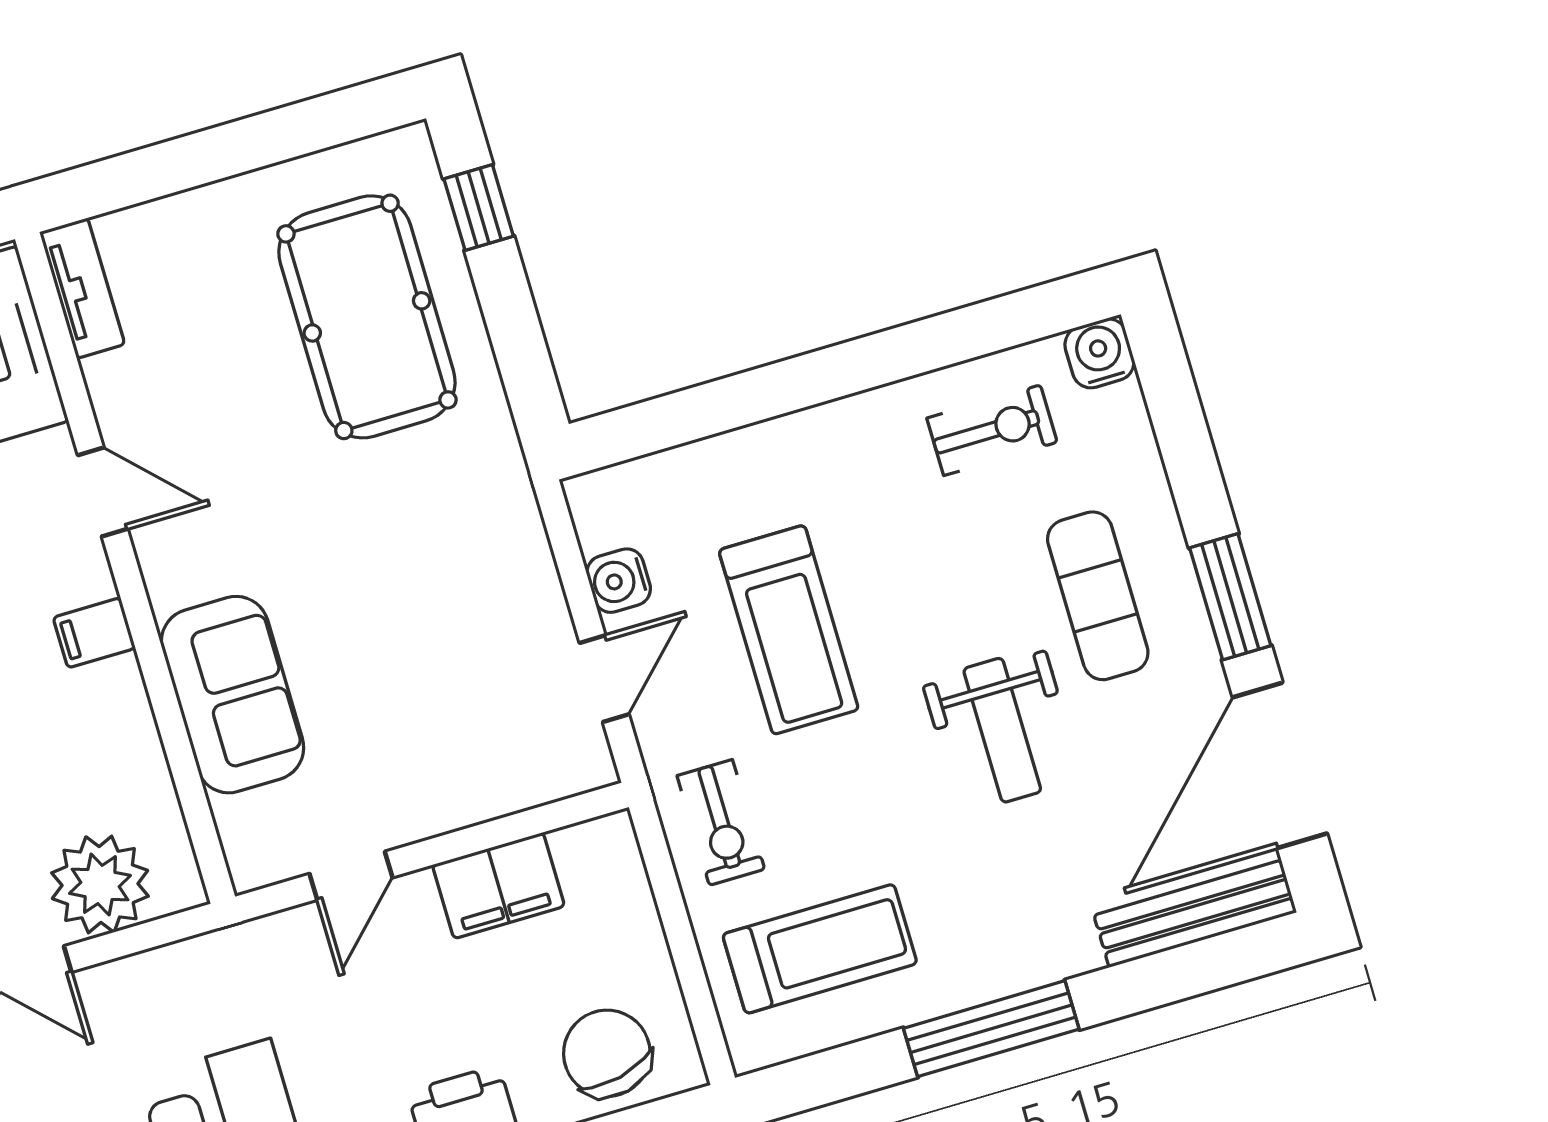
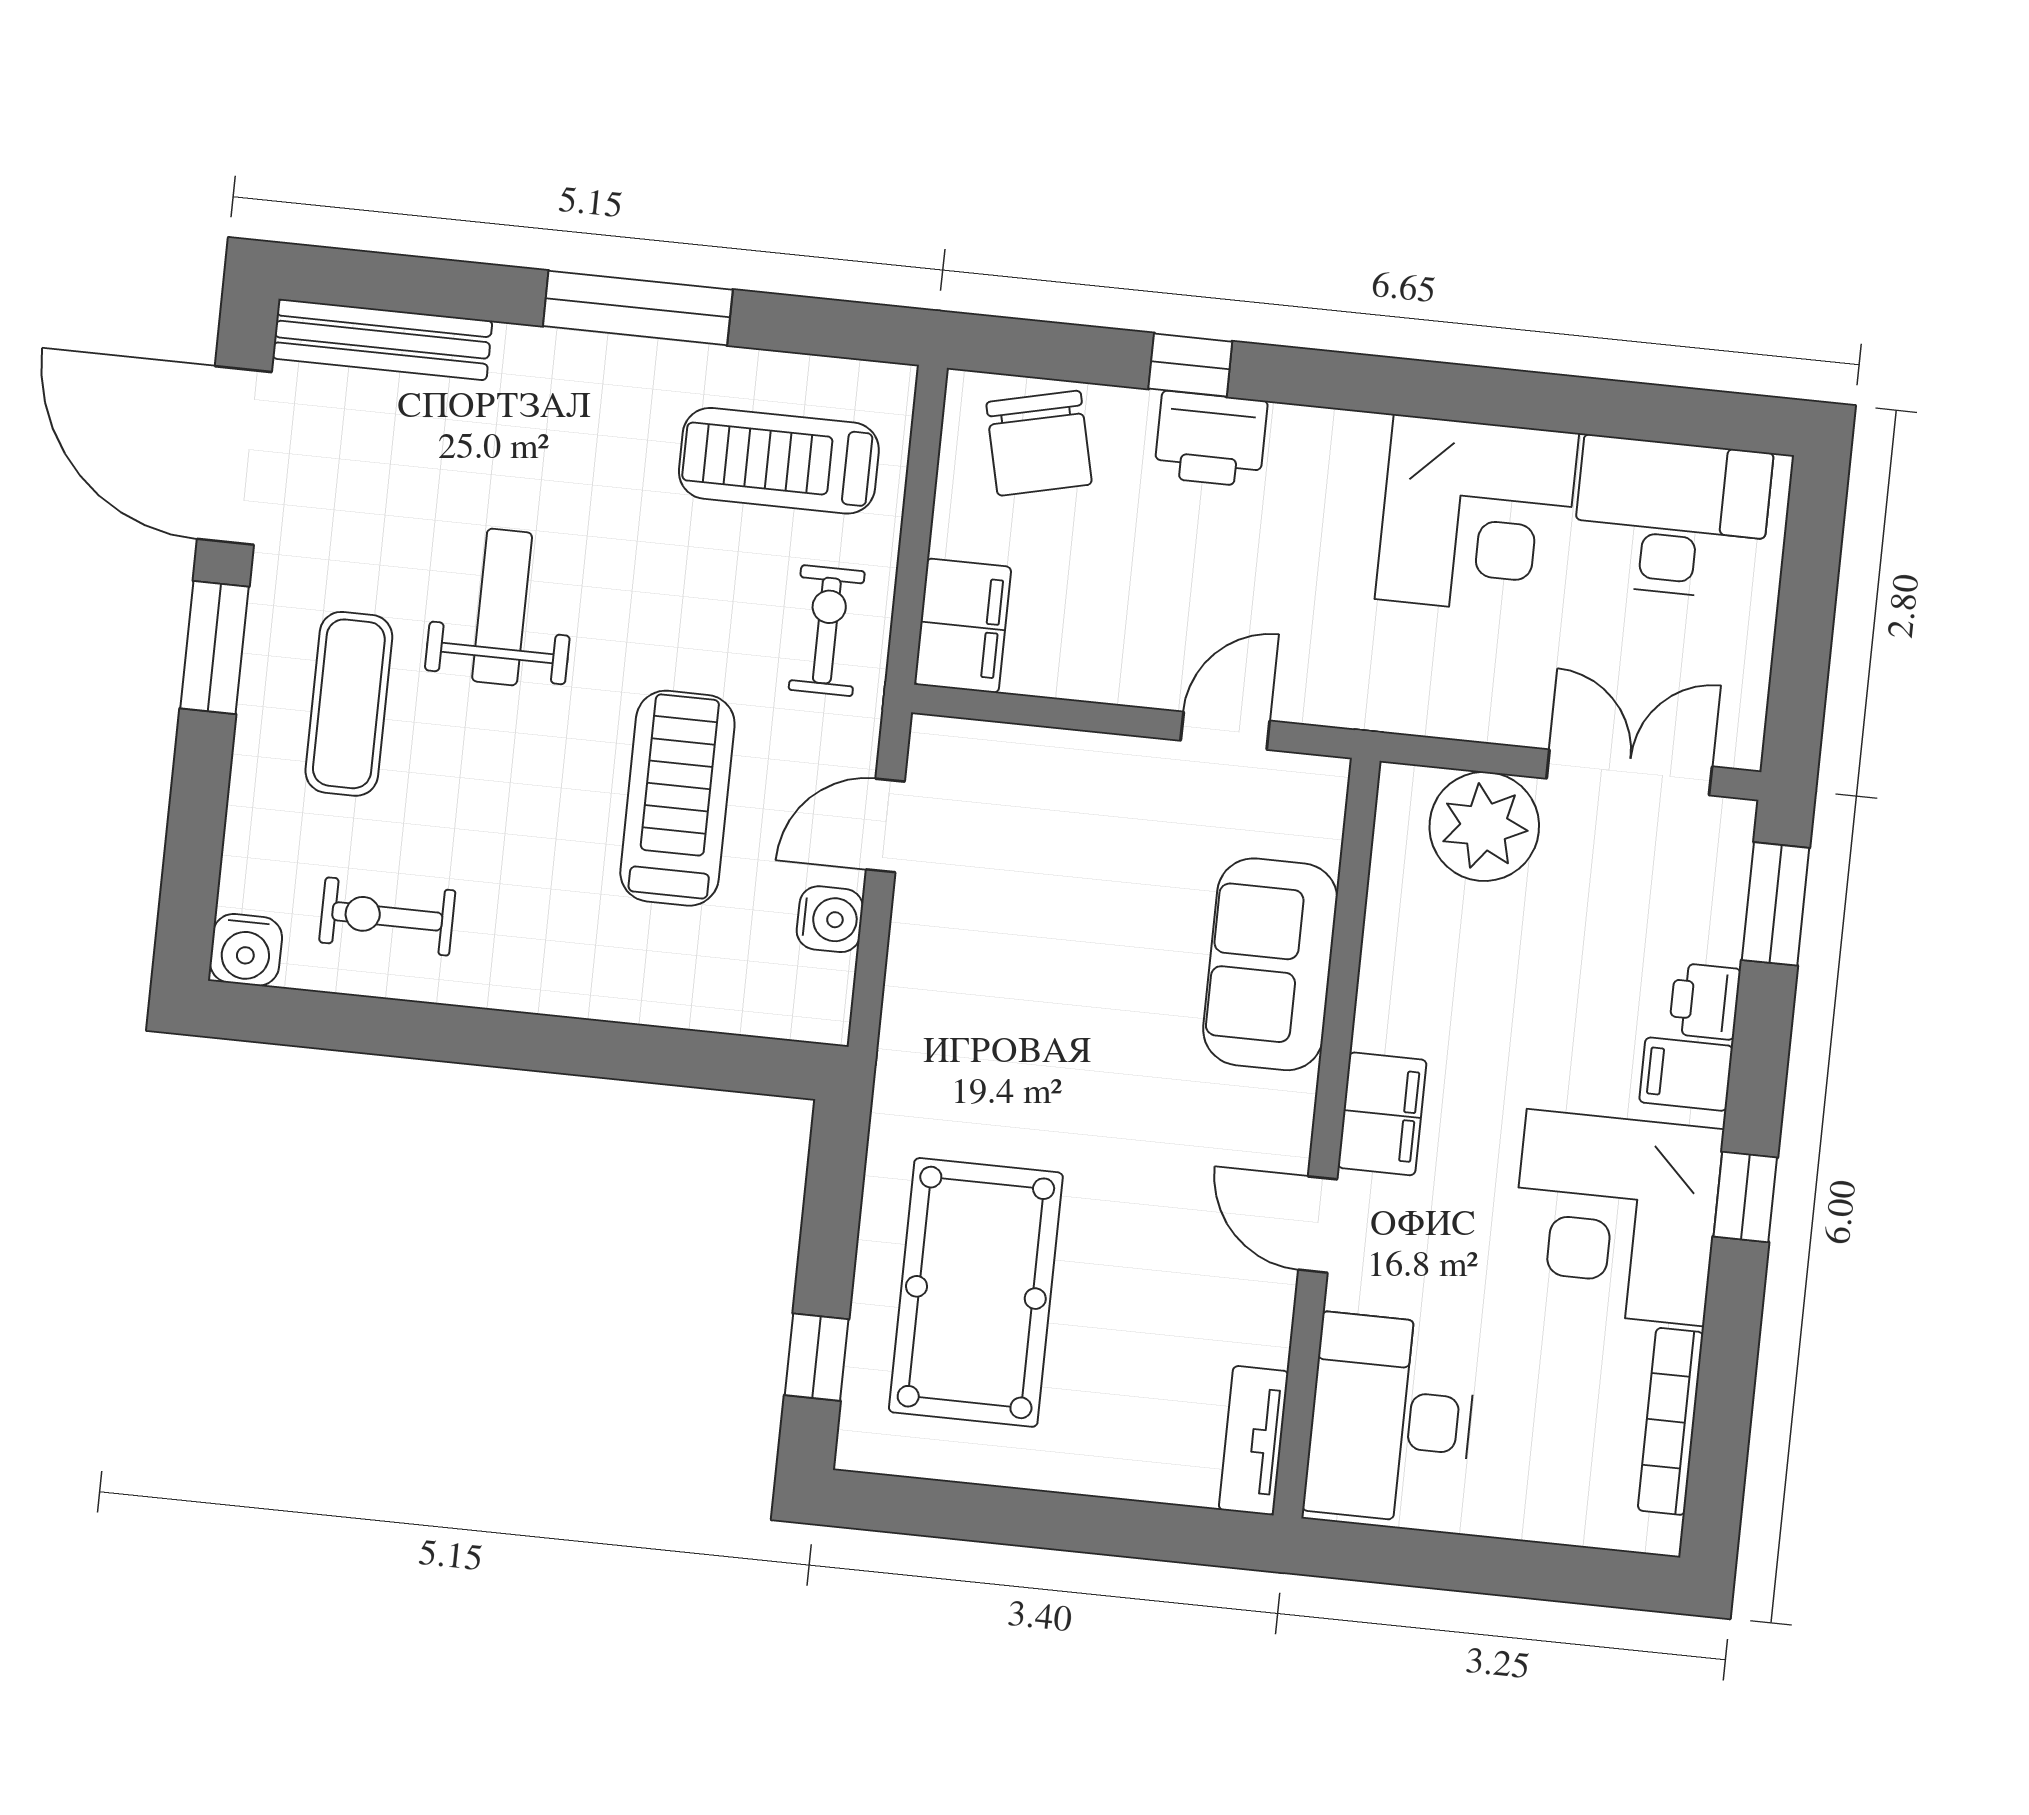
filing cabinet: (94, 633) -> (1382, 1114), width x2.00
door: (1280, 765) -> (234, 456), swing flipped
filing cabinet: (498, 886) -> (963, 626), moved, turned 90

